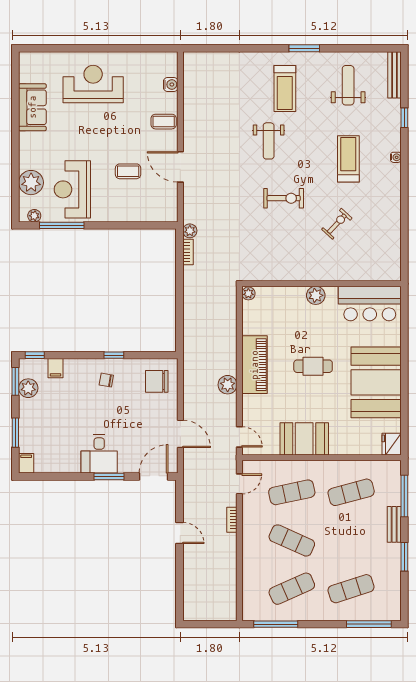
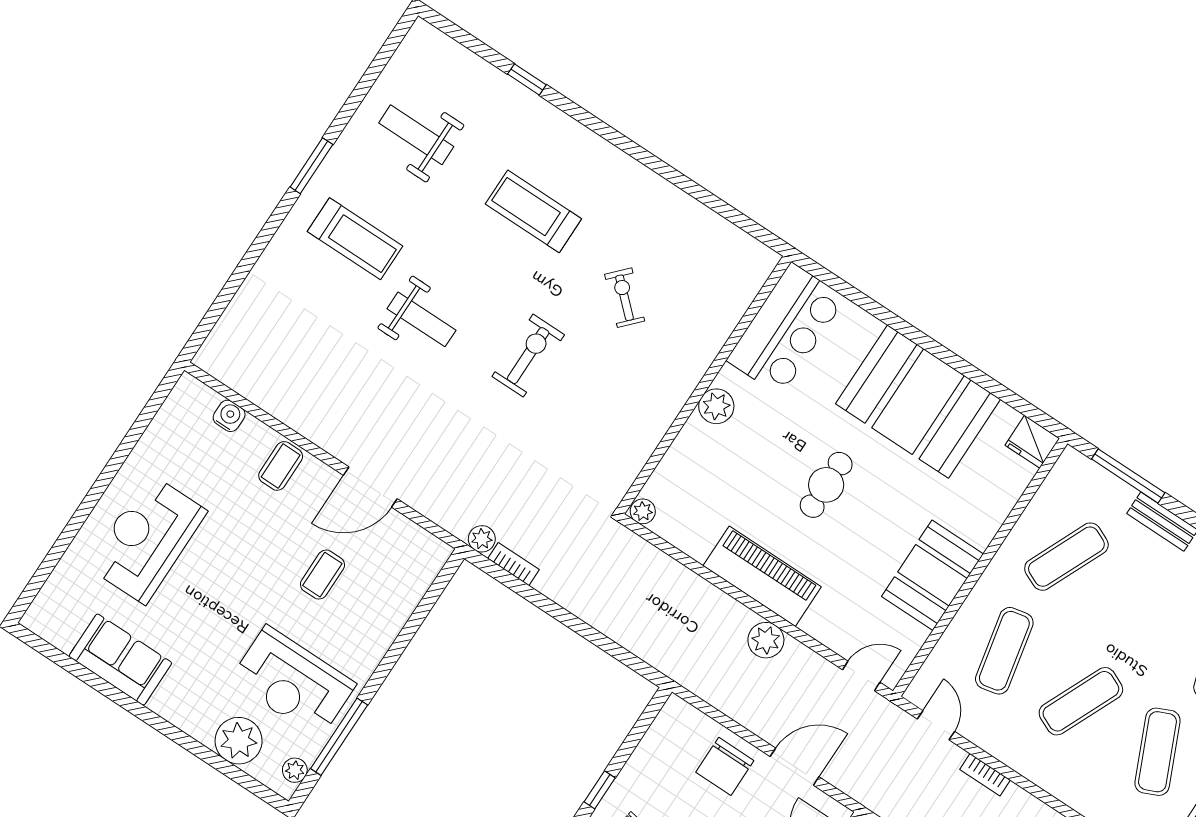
bench: (395, 75) -> (448, 50), removed
water cooler: (396, 157) -> (581, 134), removed
chair: (157, 381) -> (725, 766), moved
exercise mat: (351, 492) -> (1066, 557), turned 39

